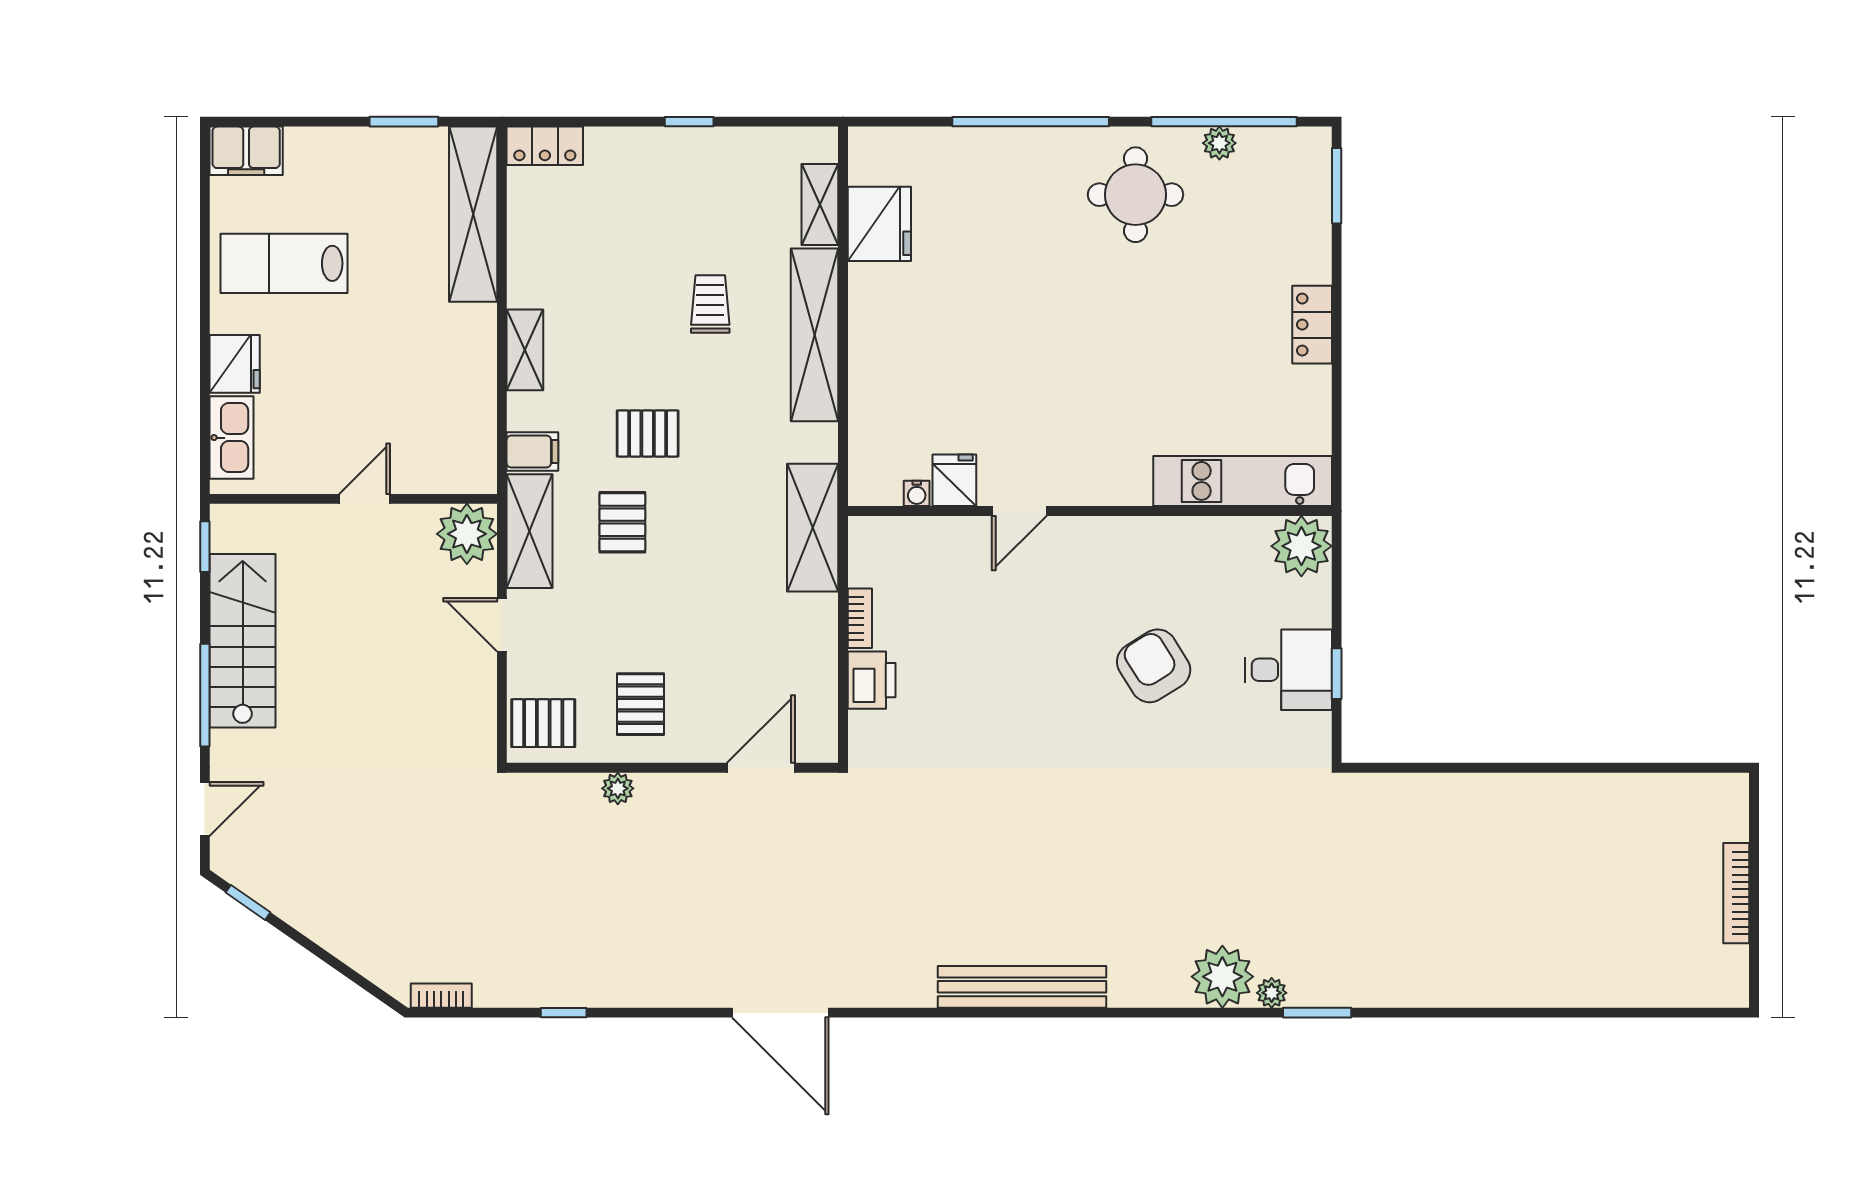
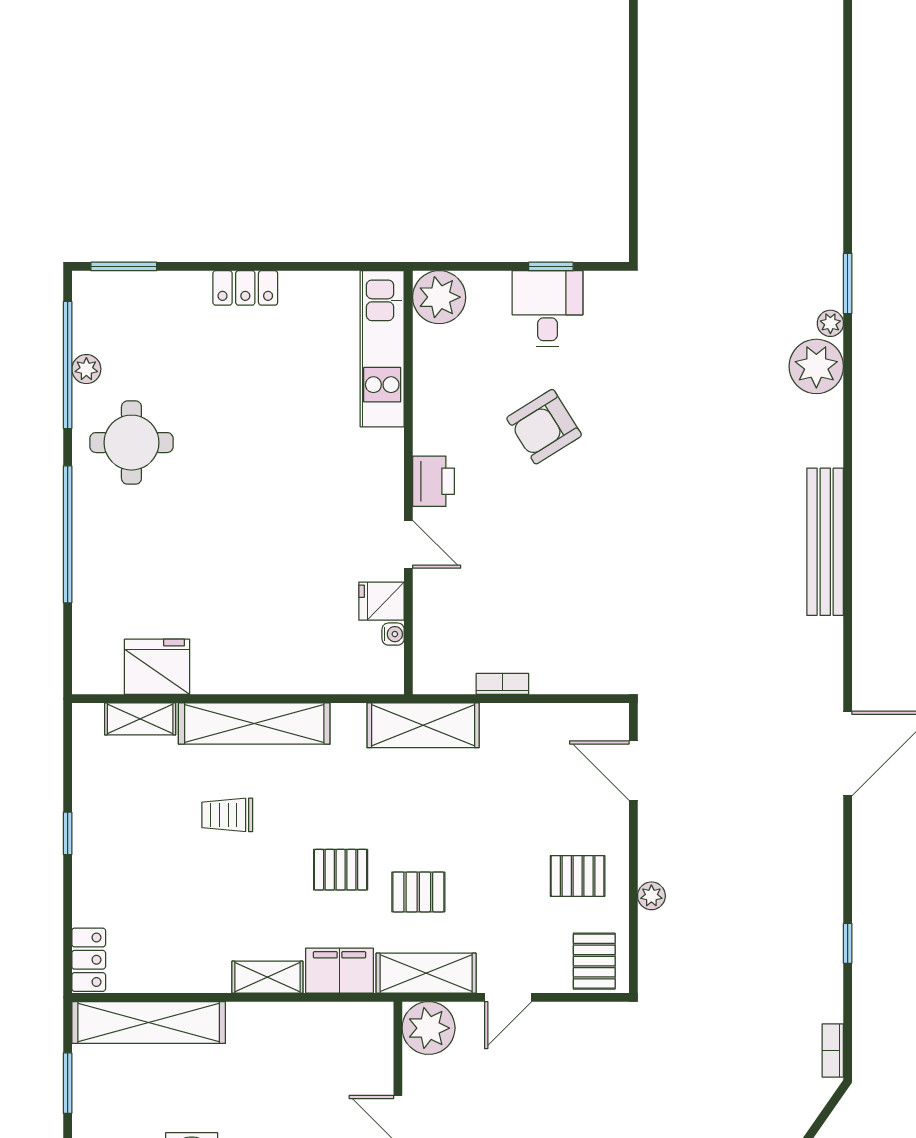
pallet: (648, 433) -> (341, 870), turned 90
filing cabinet: (532, 452) -> (339, 971), width x2.00
printer: (872, 680) -> (433, 481), moved, turned 90

